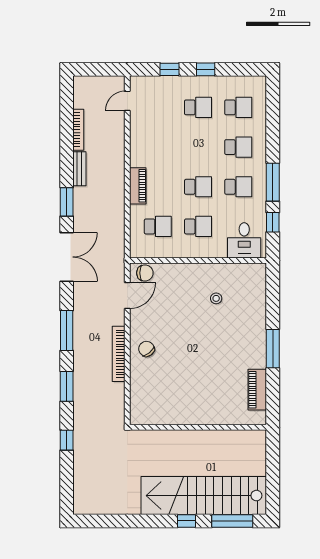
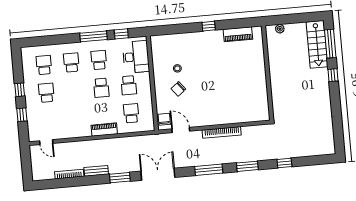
school desk: (198, 187) -> (101, 88), turned 180
school desk: (198, 226) -> (129, 85), turned 180
desk: (244, 240) -> (136, 57), width x1.37
chair: (146, 349) -> (178, 89), moved
window: (273, 349) -> (209, 26), width x0.46
plant: (260, 451) -> (280, 29), added
stairs: (204, 496) -> (317, 44), width x0.54, depth x0.66

